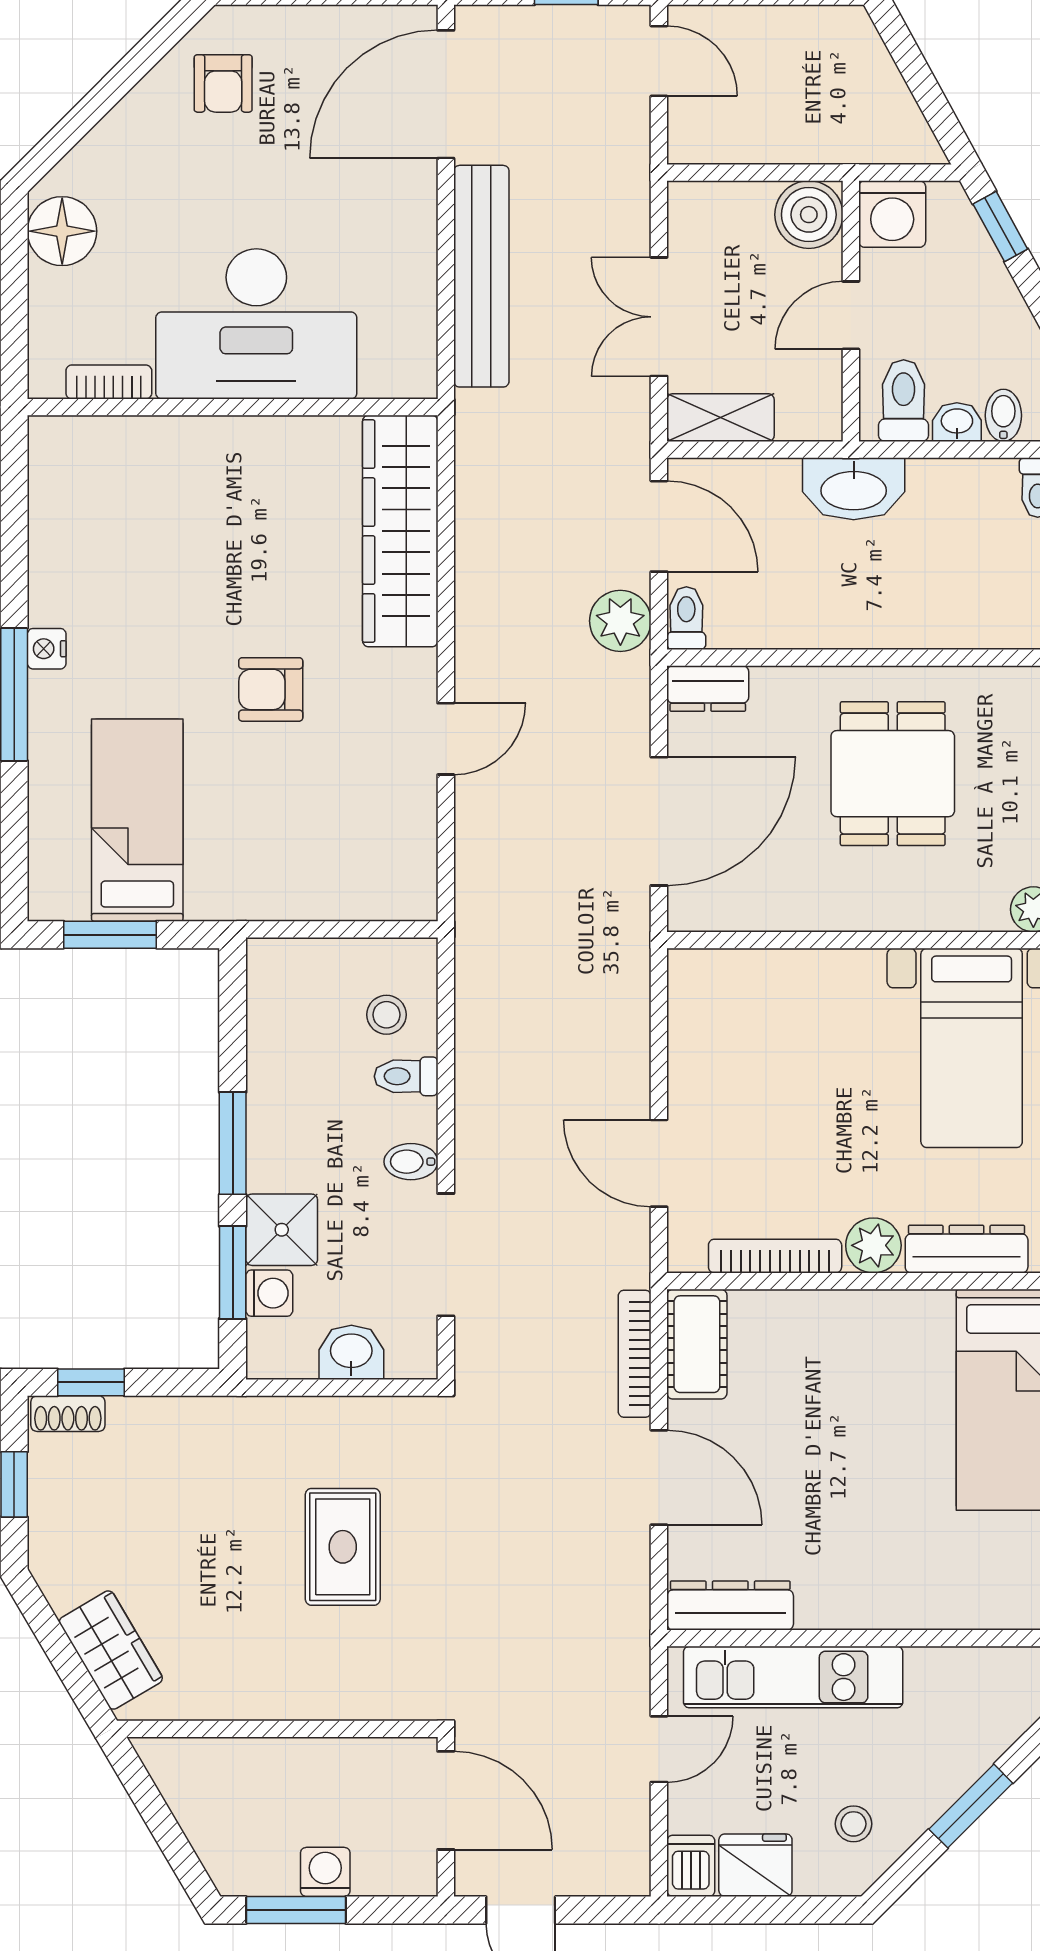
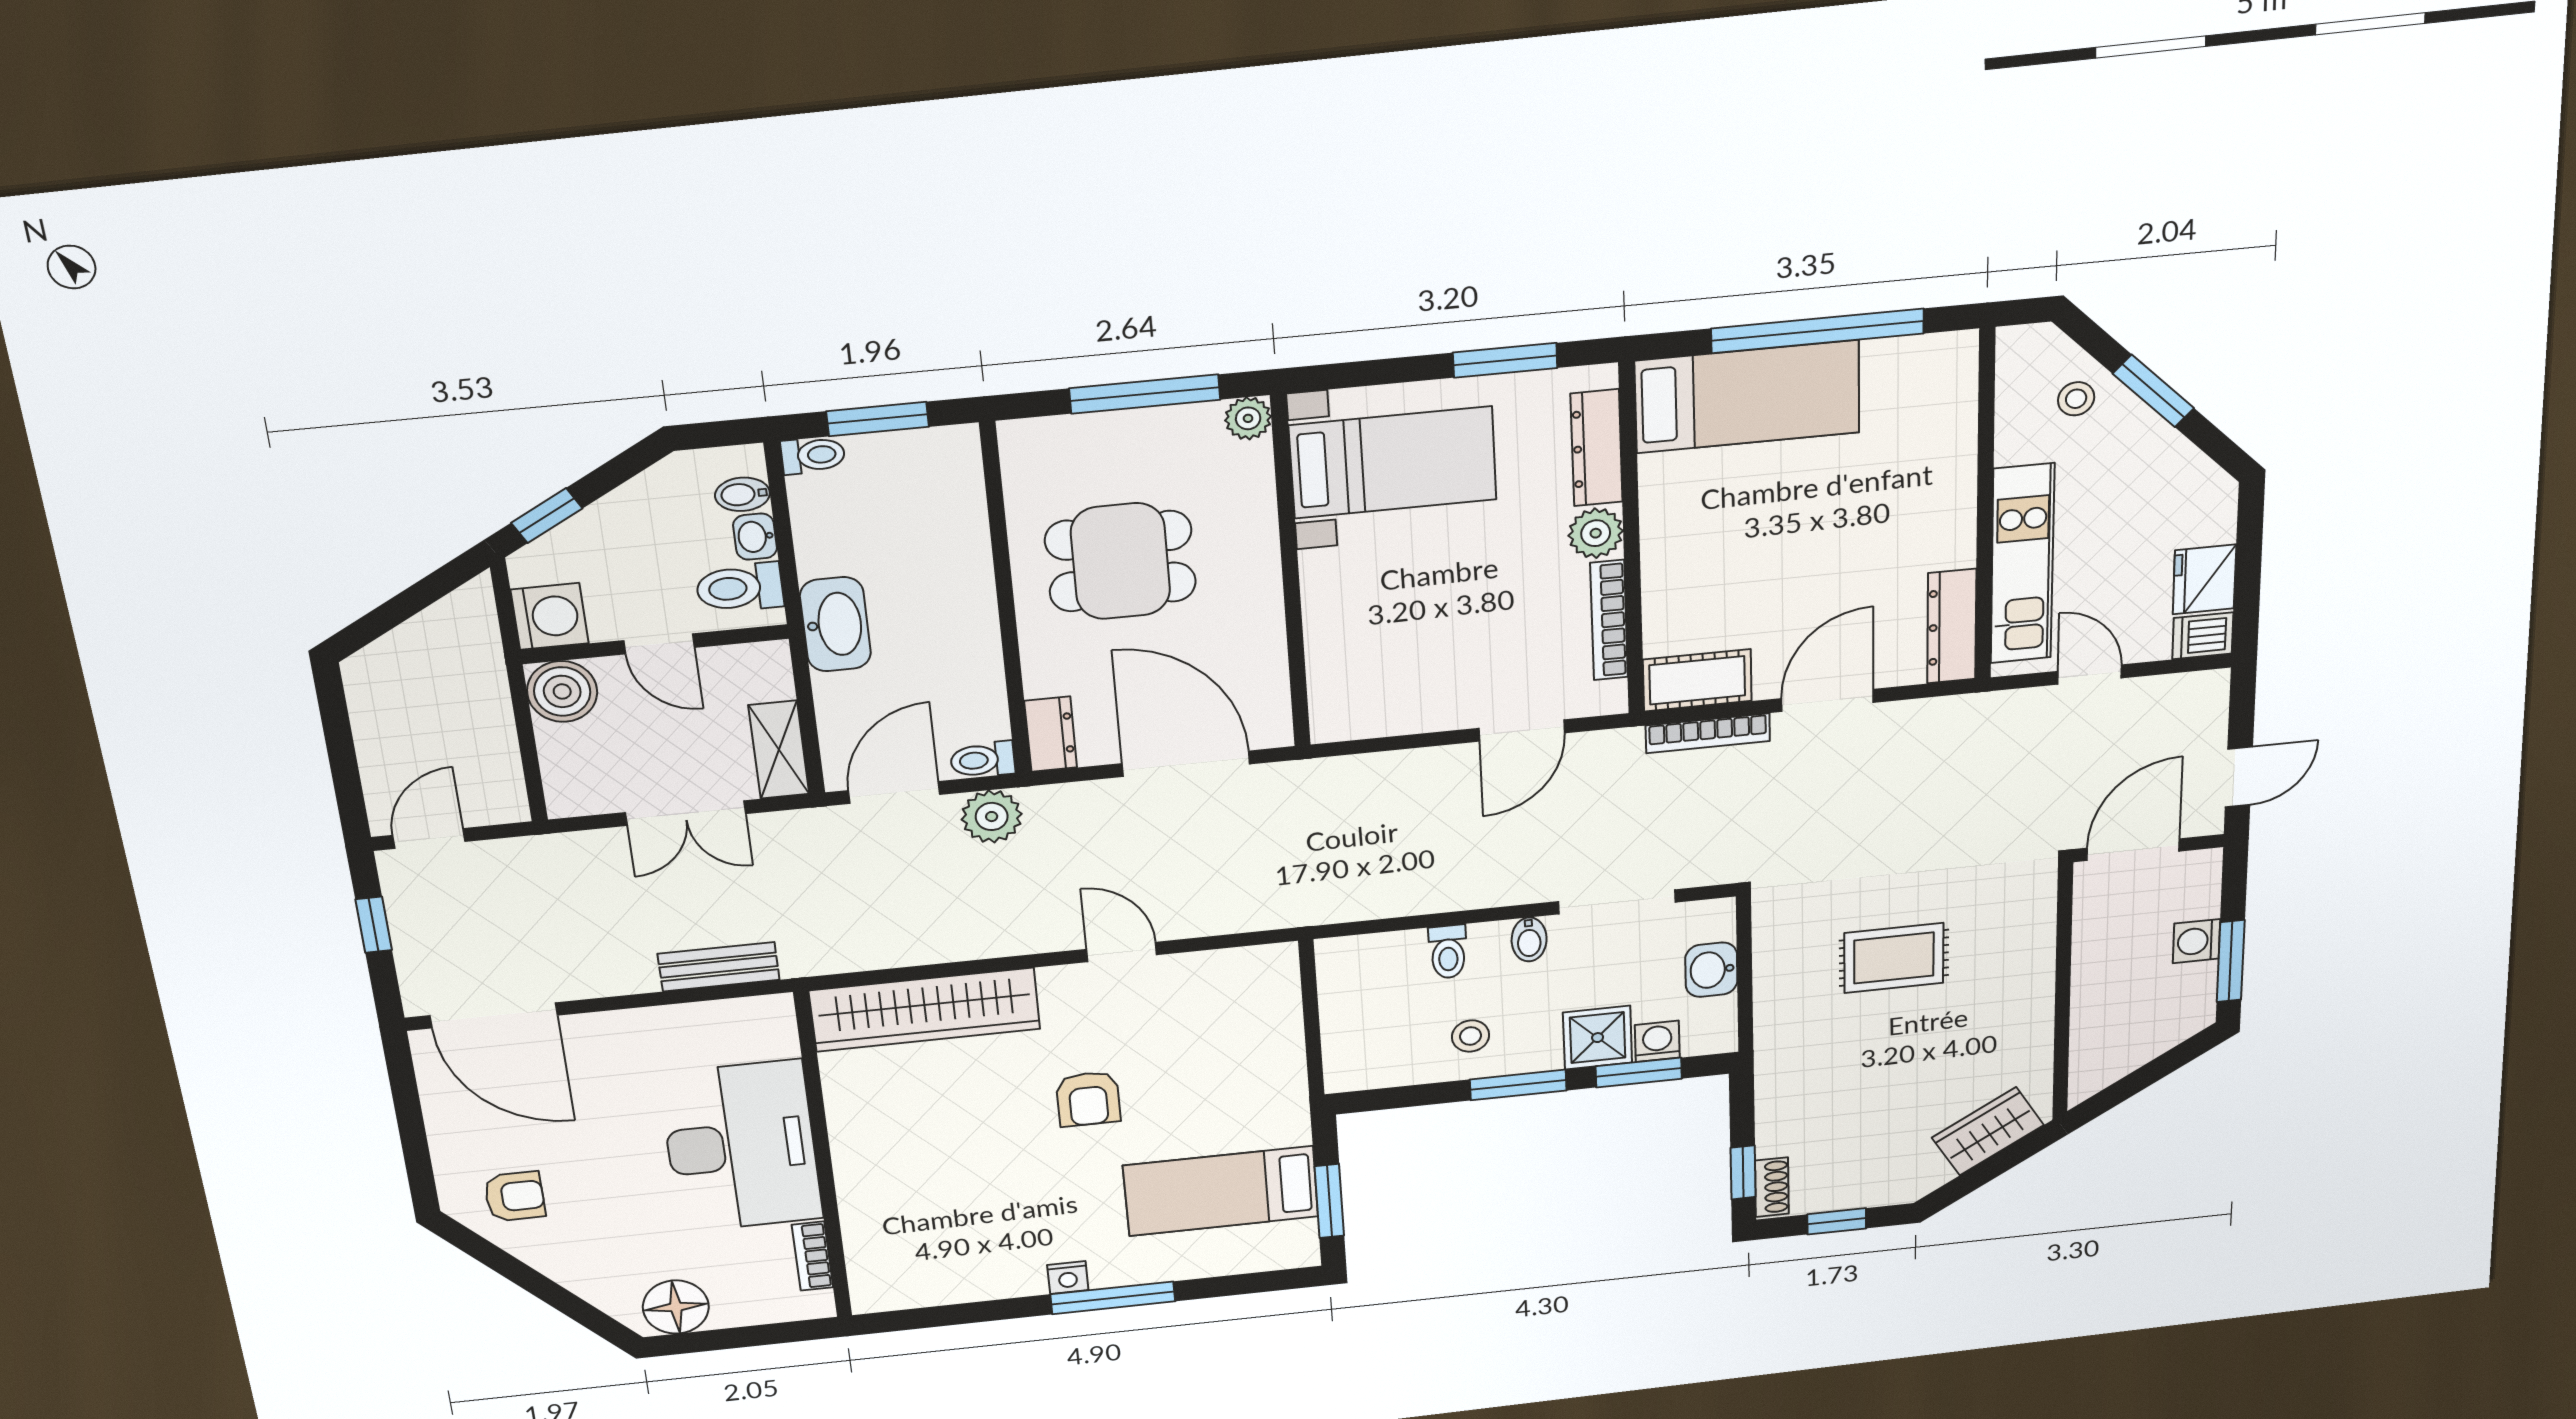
bench: (481, 276) -> (719, 967), width x0.54, depth x0.82
stool: (387, 1015) -> (1471, 1036), moved
stool: (854, 1824) -> (2076, 399), moved

